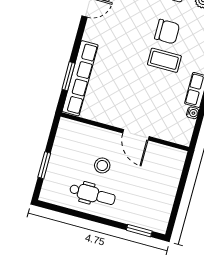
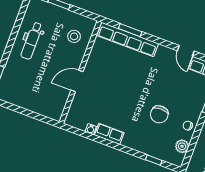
coffee table: (164, 60) -> (136, 110), removed
stool: (102, 165) -> (74, 36), moved

